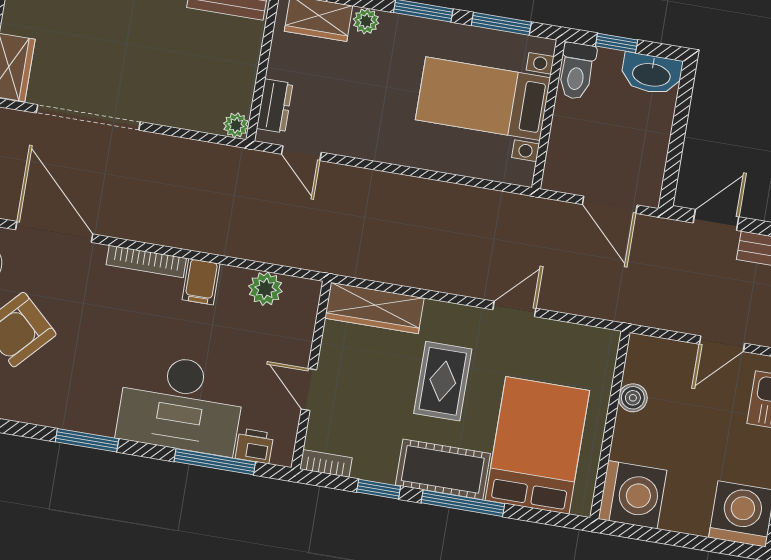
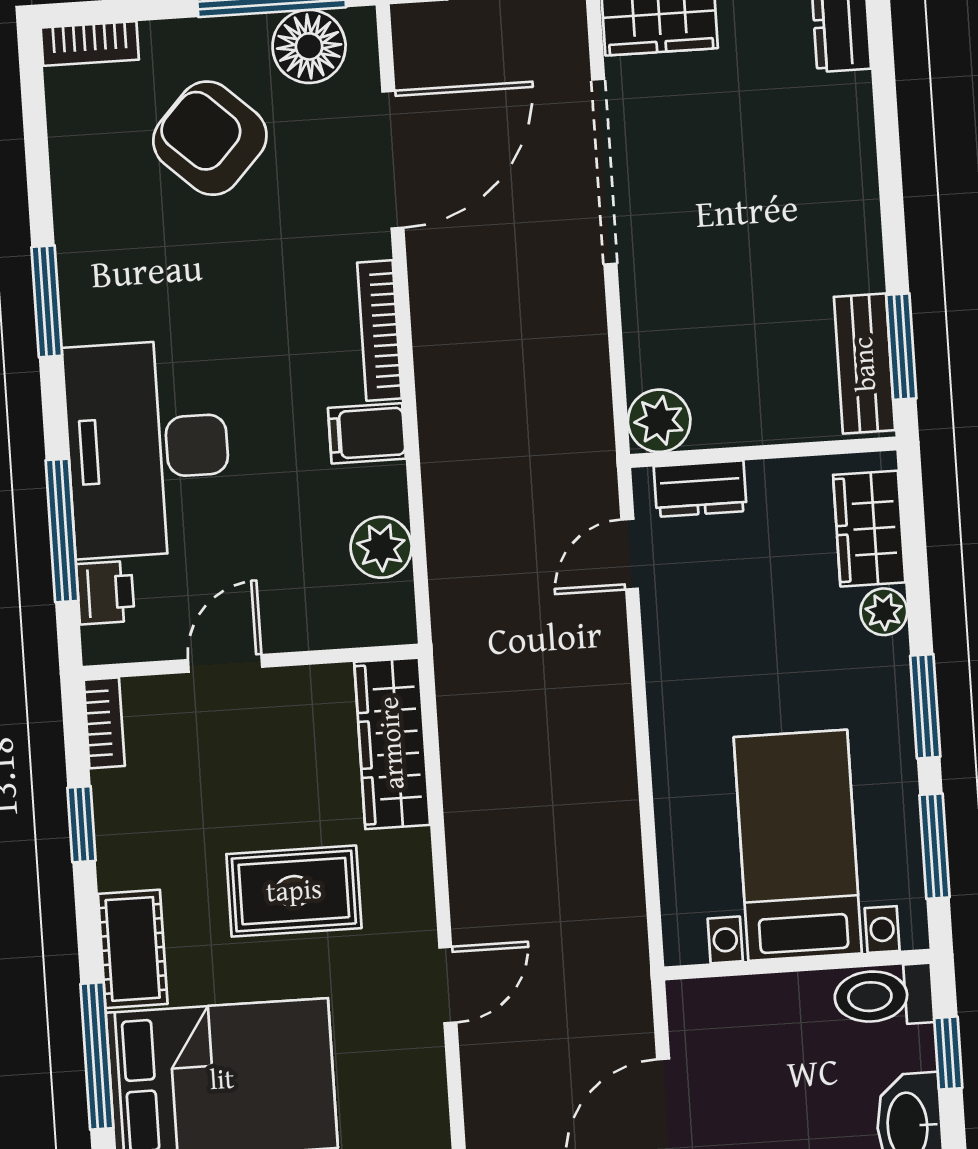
plant: (236, 125) -> (659, 421), width x1.38, depth x1.38
door: (514, 309) -> (448, 985), hinge flipped
cot: (443, 469) -> (133, 949), width x0.73, depth x0.75
window: (463, 503) -> (97, 1056), moved

